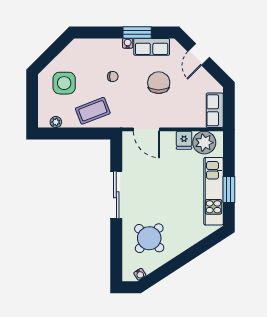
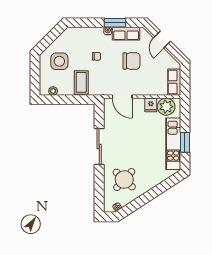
chair: (159, 83) -> (131, 61), turned 90
coffee table: (93, 111) -> (81, 82), turned -69

